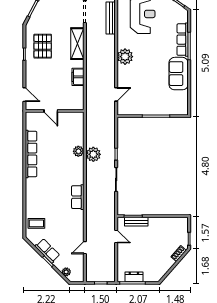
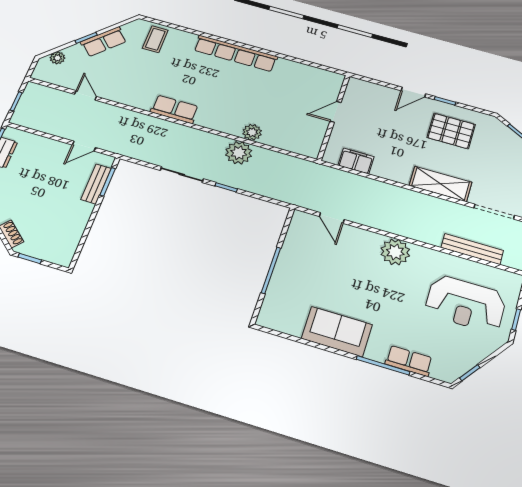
row of seats: (183, 40) -> (409, 361), width x0.68
filing cabinet: (78, 77) -> (356, 161), moved
door: (24, 95) -> (413, 92), moved
row of seats: (31, 154) -> (236, 53), moved

